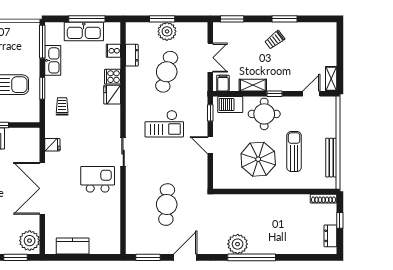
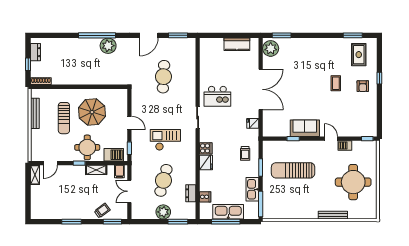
window: (162, 19) -> (178, 222), moved
trolley: (275, 40) -> (102, 211), moved
cooker: (113, 77) -> (206, 148), moved

